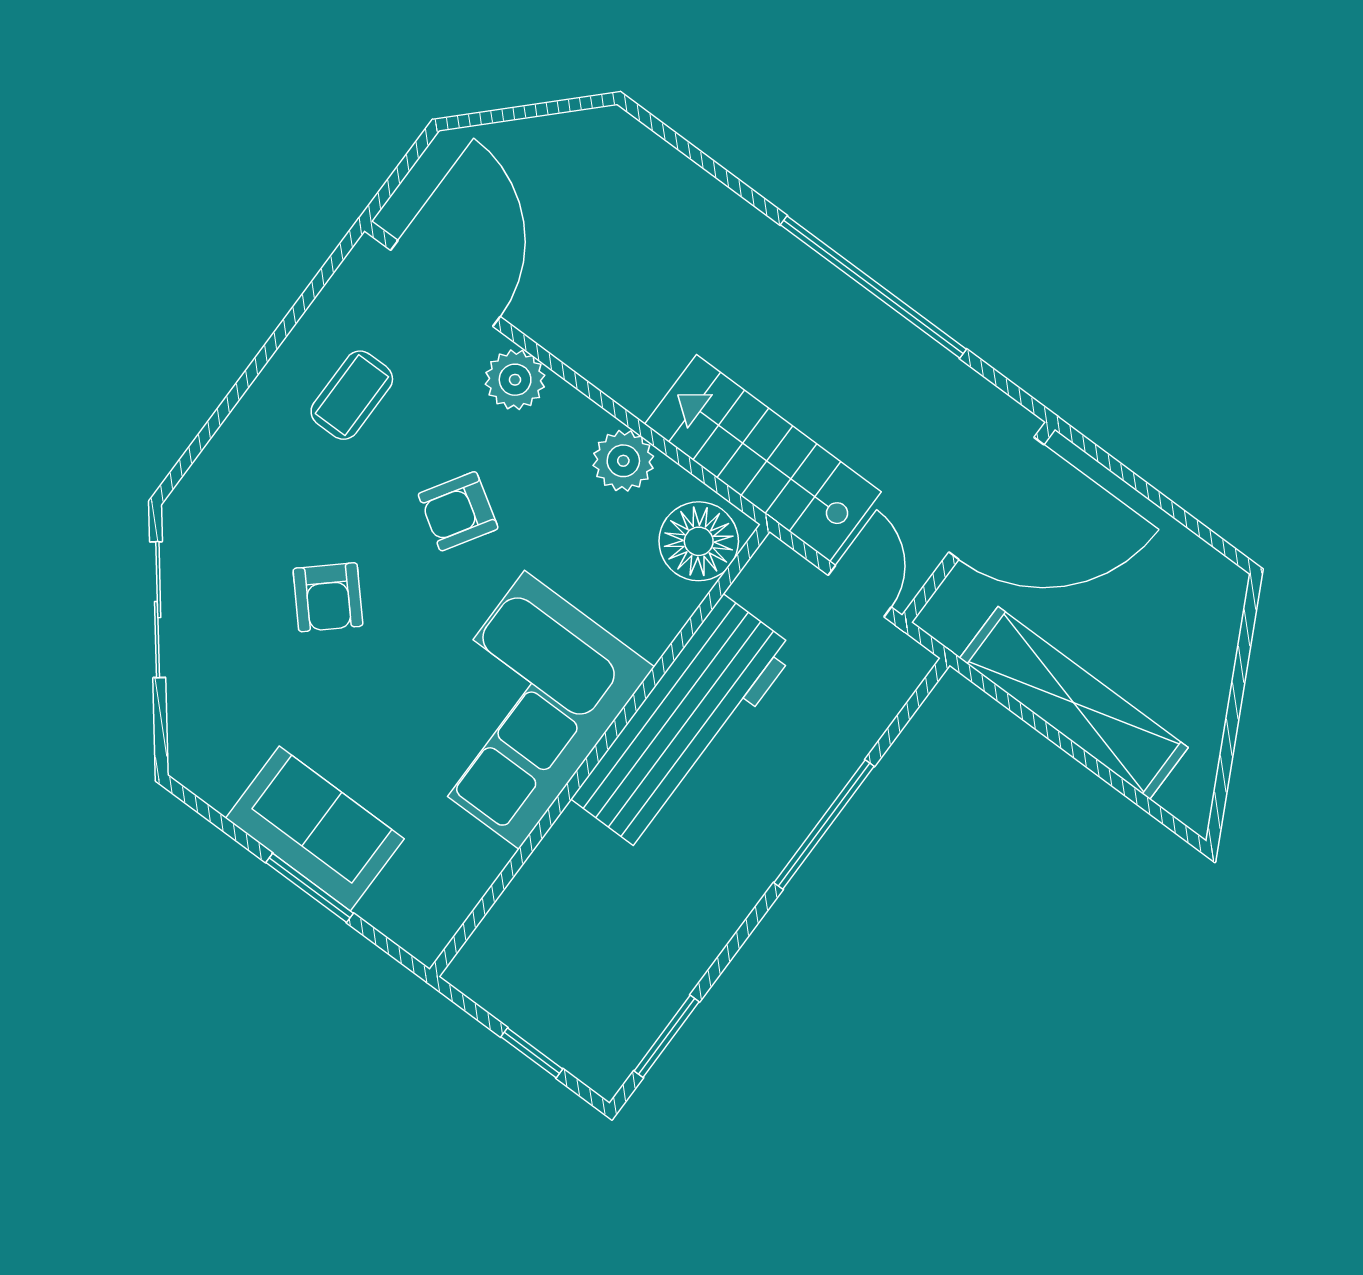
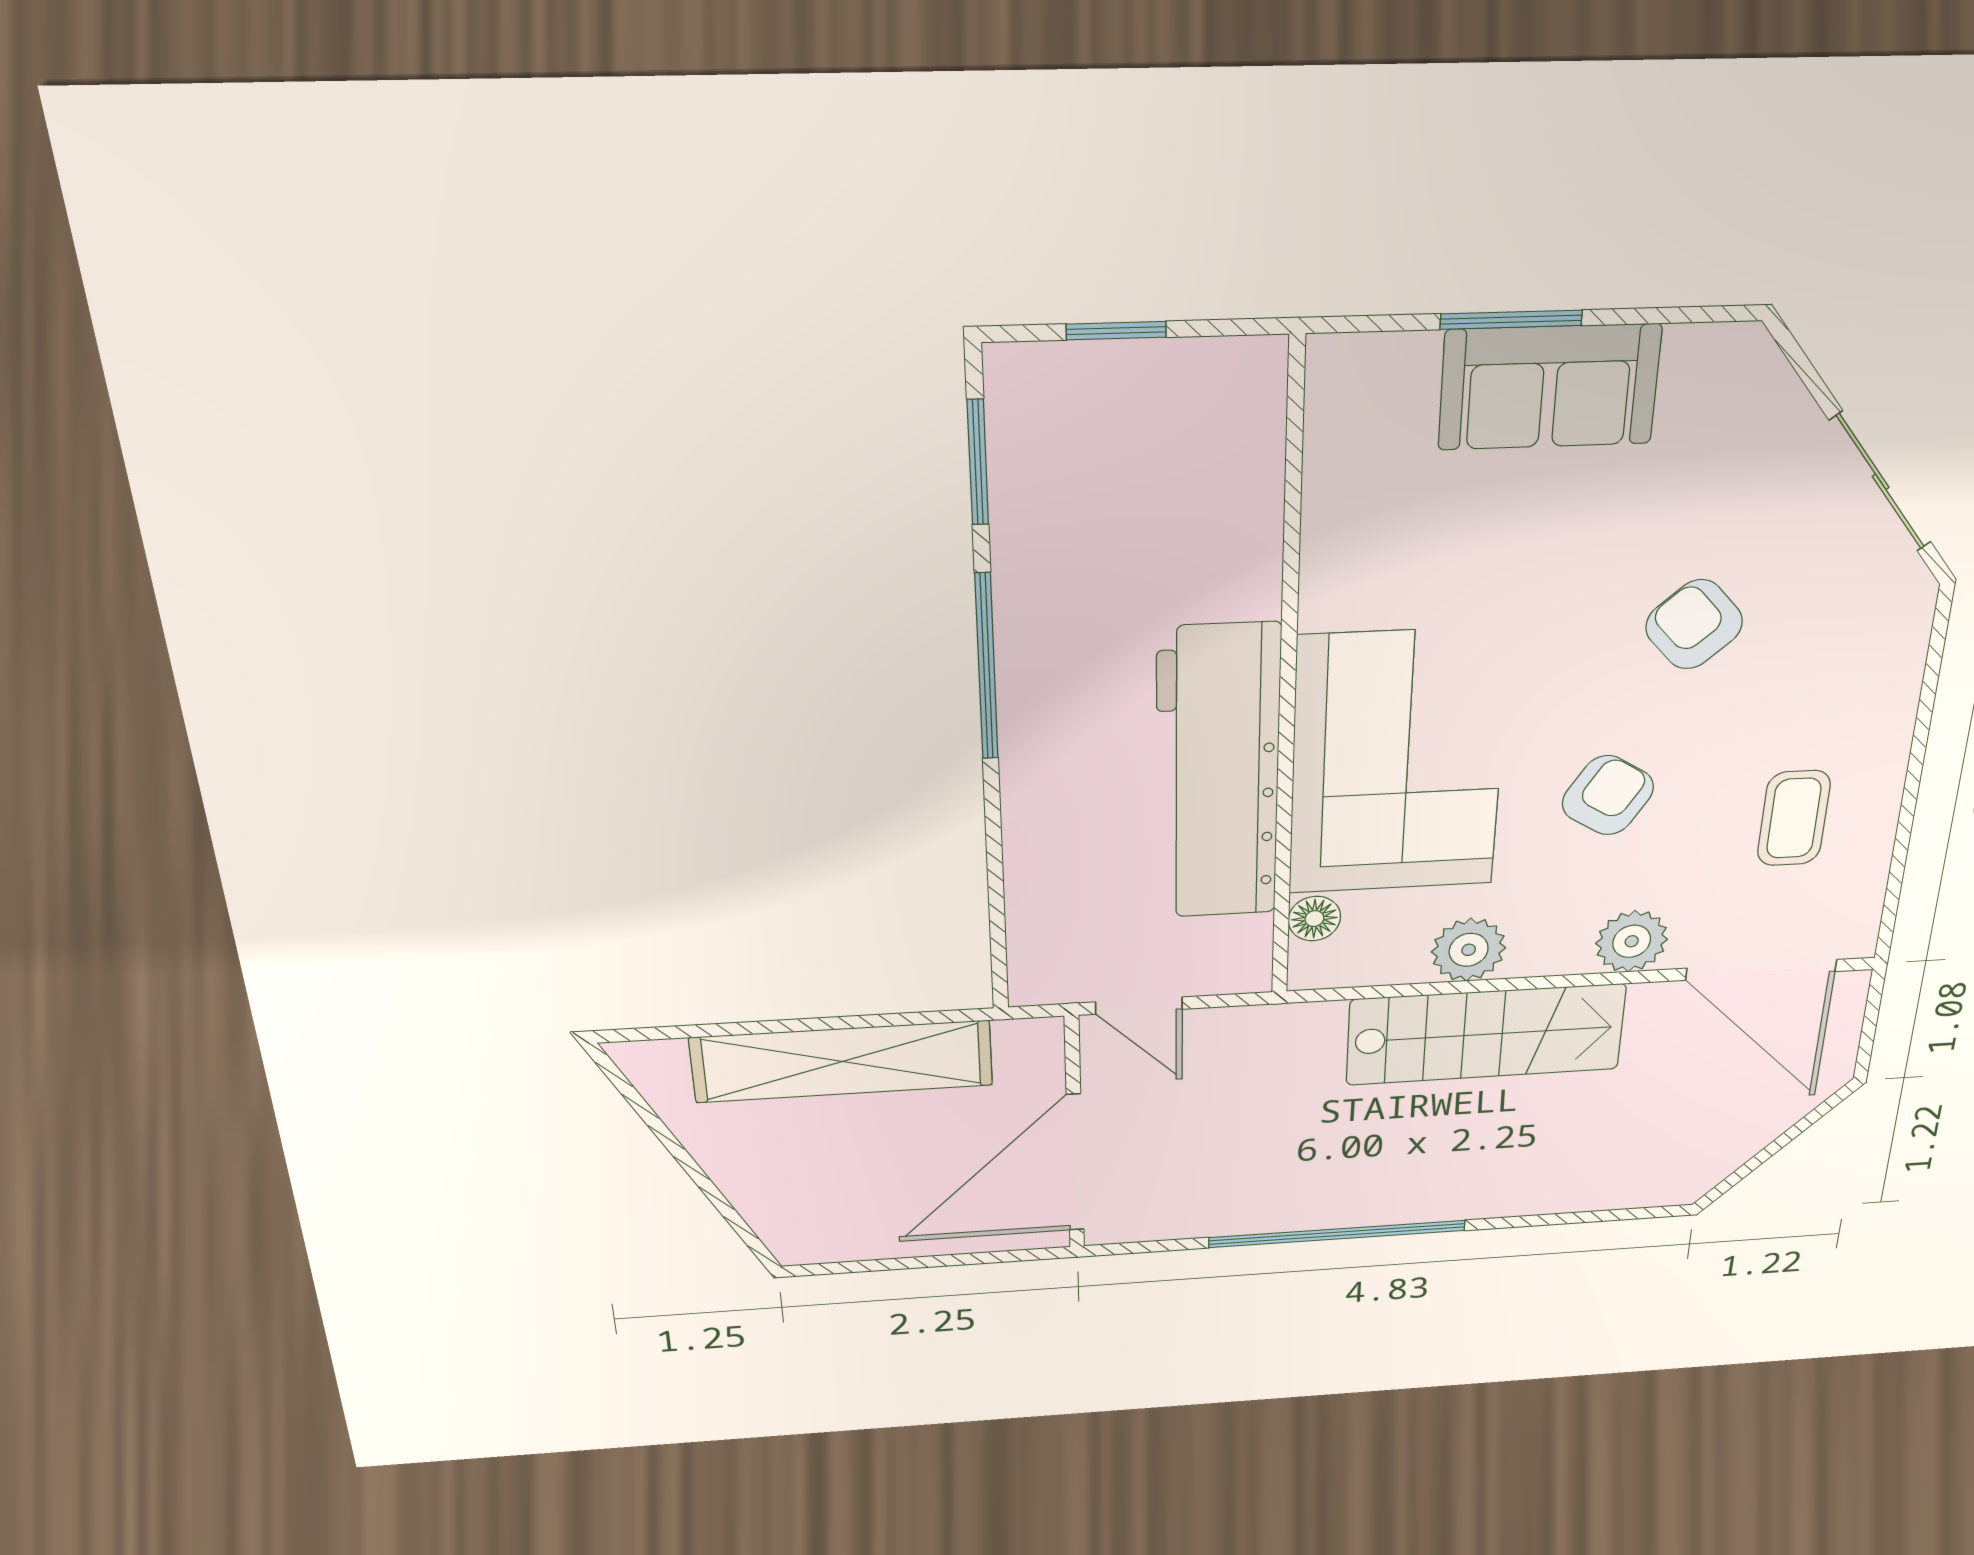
stairs: (763, 458) -> (1486, 1034), moved
floor lamp: (699, 541) -> (1314, 919), width x0.53, depth x0.53
corner sofa: (522, 710) -> (1397, 763), moved
window: (824, 825) -> (986, 667), moved

